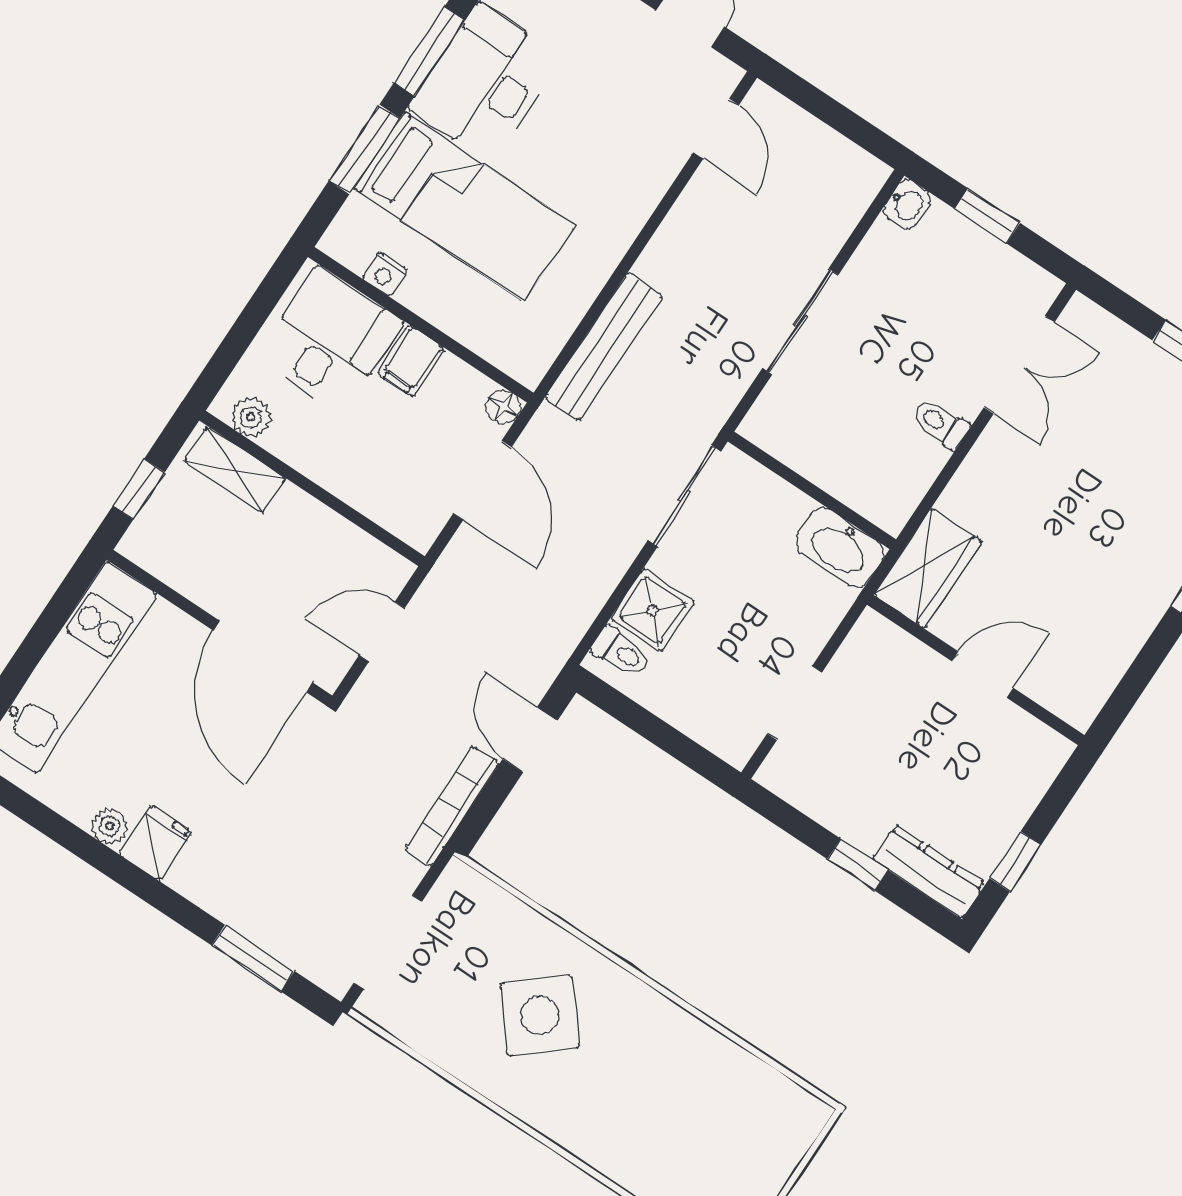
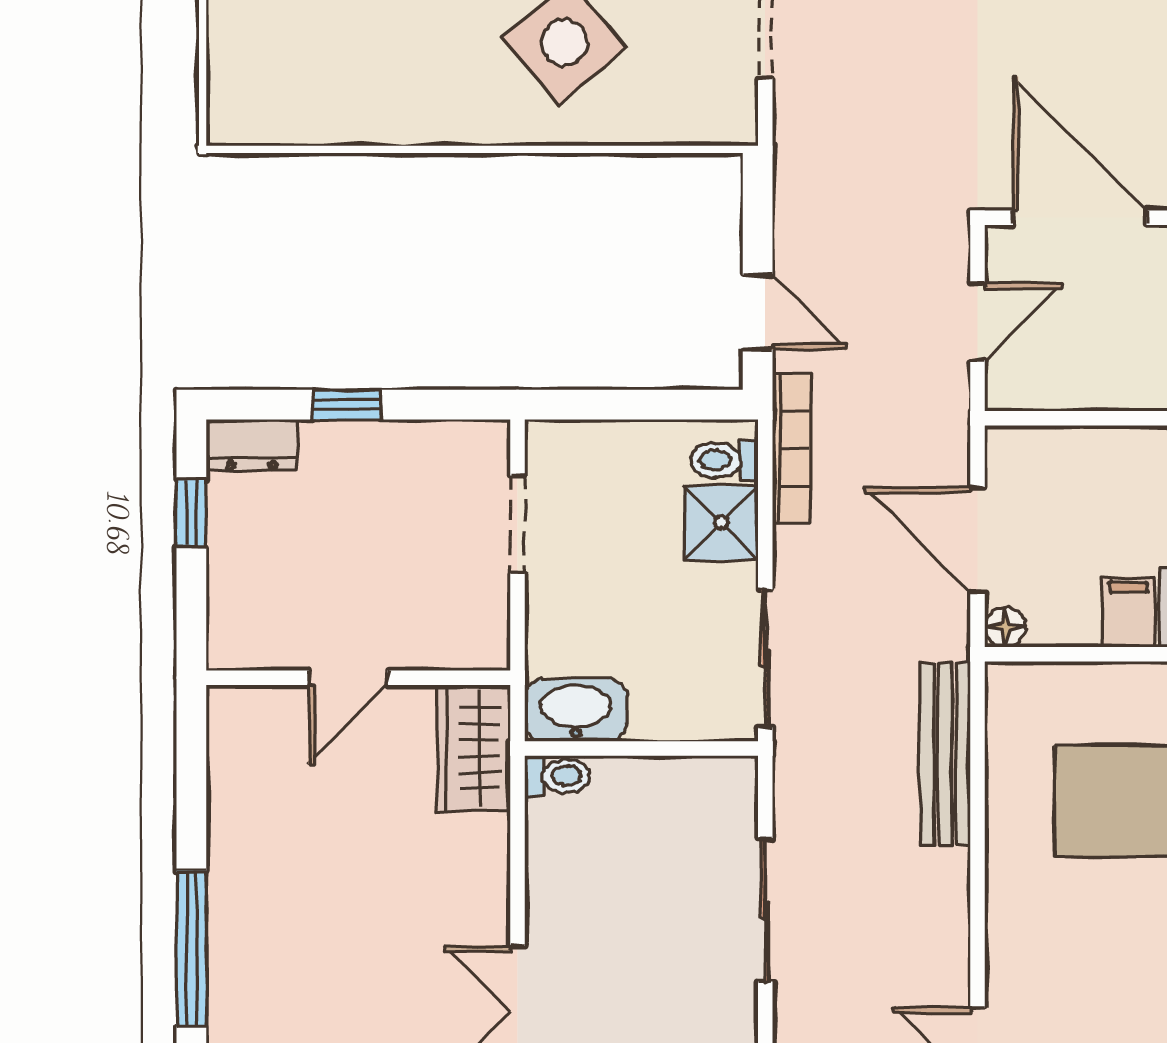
toilet: (940, 424) -> (557, 776), moved
bookcase: (452, 806) -> (792, 448), moved
dresser: (929, 871) -> (252, 445), width x0.70

